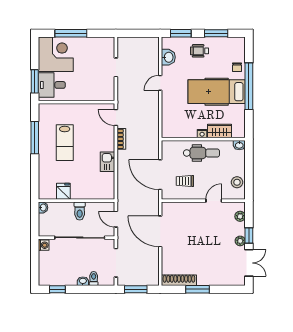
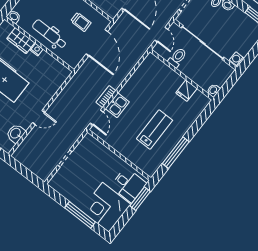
kitchen sink: (108, 162) -> (117, 105), moved
toilet: (80, 211) -> (177, 58), moved

